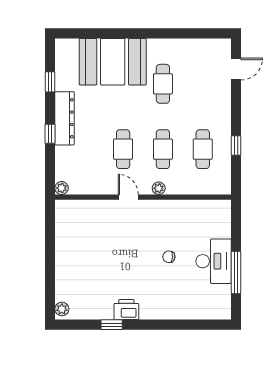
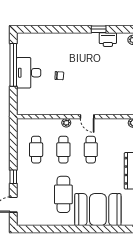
cafe table: (163, 84) -> (63, 194), width x1.37, depth x1.35
window: (236, 146) -> (13, 177), moved
window: (236, 272) -> (13, 65), width x1.46
printer: (126, 310) -> (108, 40), moved

